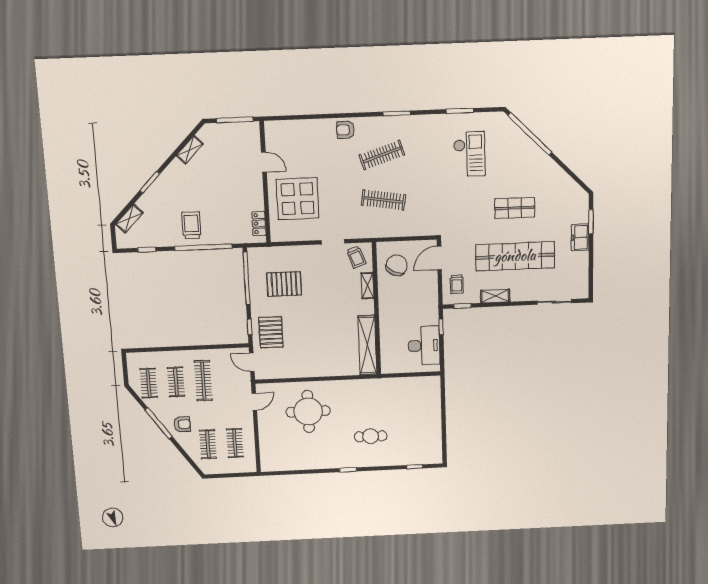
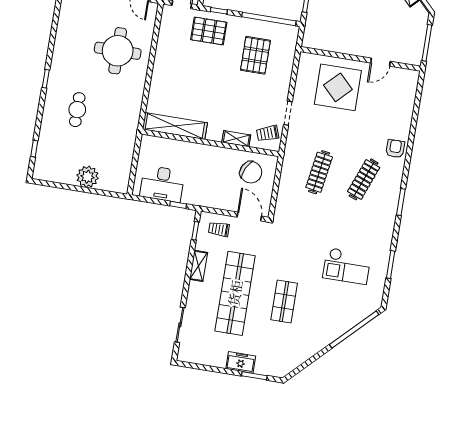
clothes rail: (382, 155) -> (364, 179), turned 39
locker: (259, 223) -> (321, 44), removed
plant: (431, 414) -> (88, 177), added

